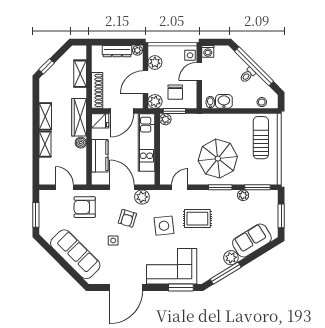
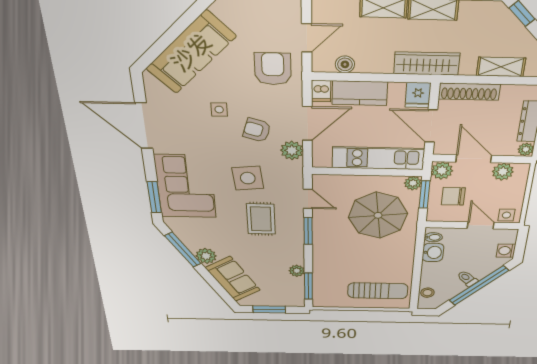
washing machine: (208, 51) -> (506, 251), moved
boiler: (81, 143) -> (345, 64), moved
parasol: (218, 159) -> (378, 215), moved
dishwasher: (99, 179) -> (321, 91), added
window: (220, 187) -> (308, 231), moved

